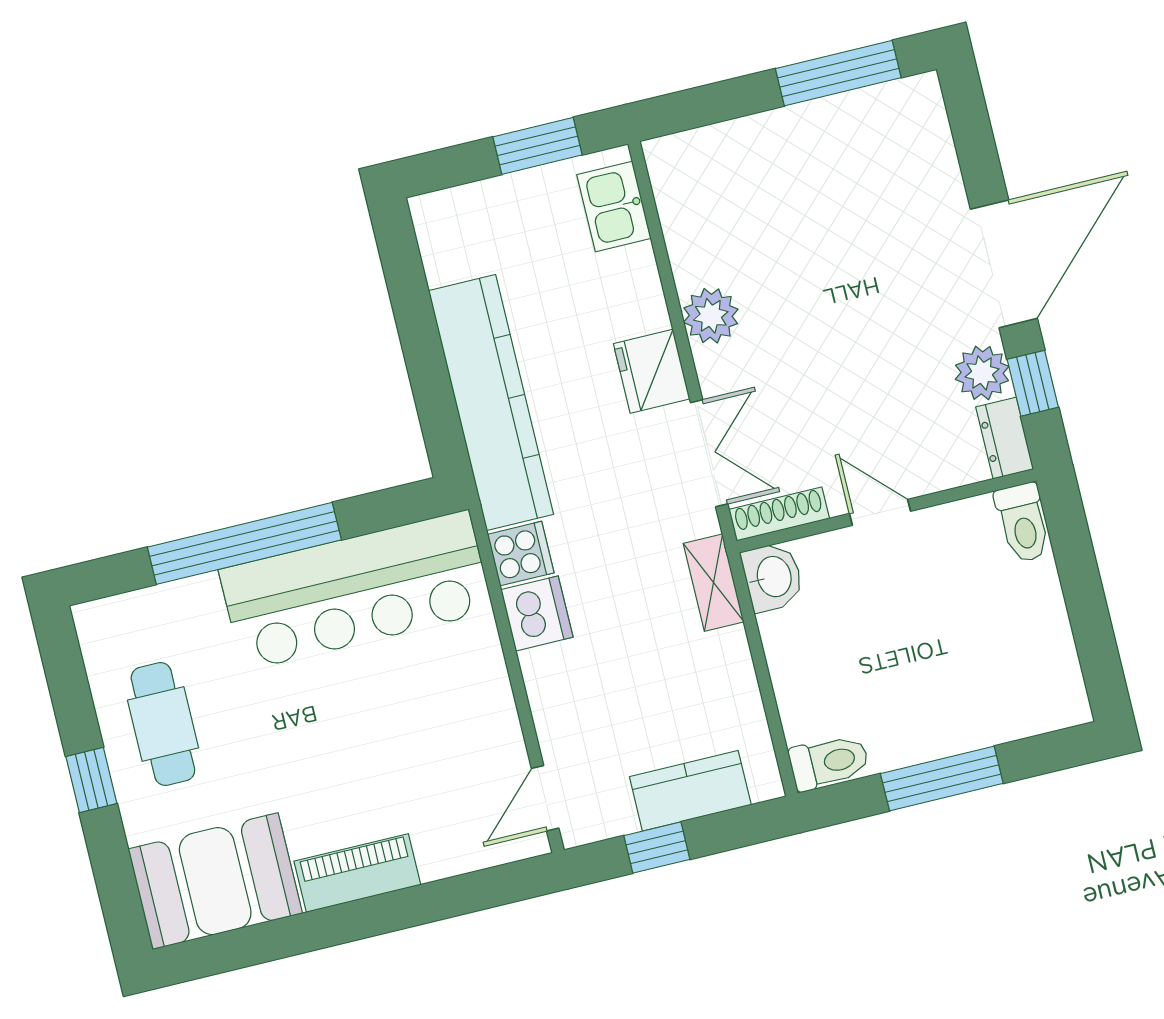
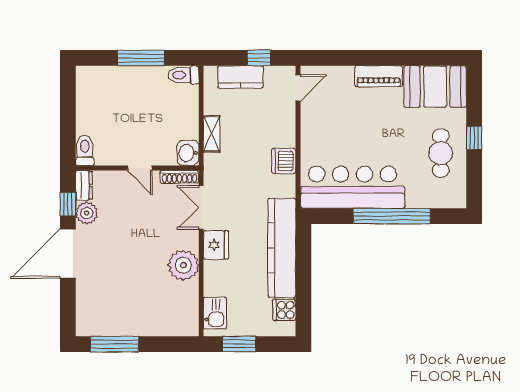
plant: (711, 316) -> (183, 265), width x1.36, depth x1.36
cooker: (521, 554) -> (284, 310), moved
shelving: (714, 583) -> (212, 134), moved

